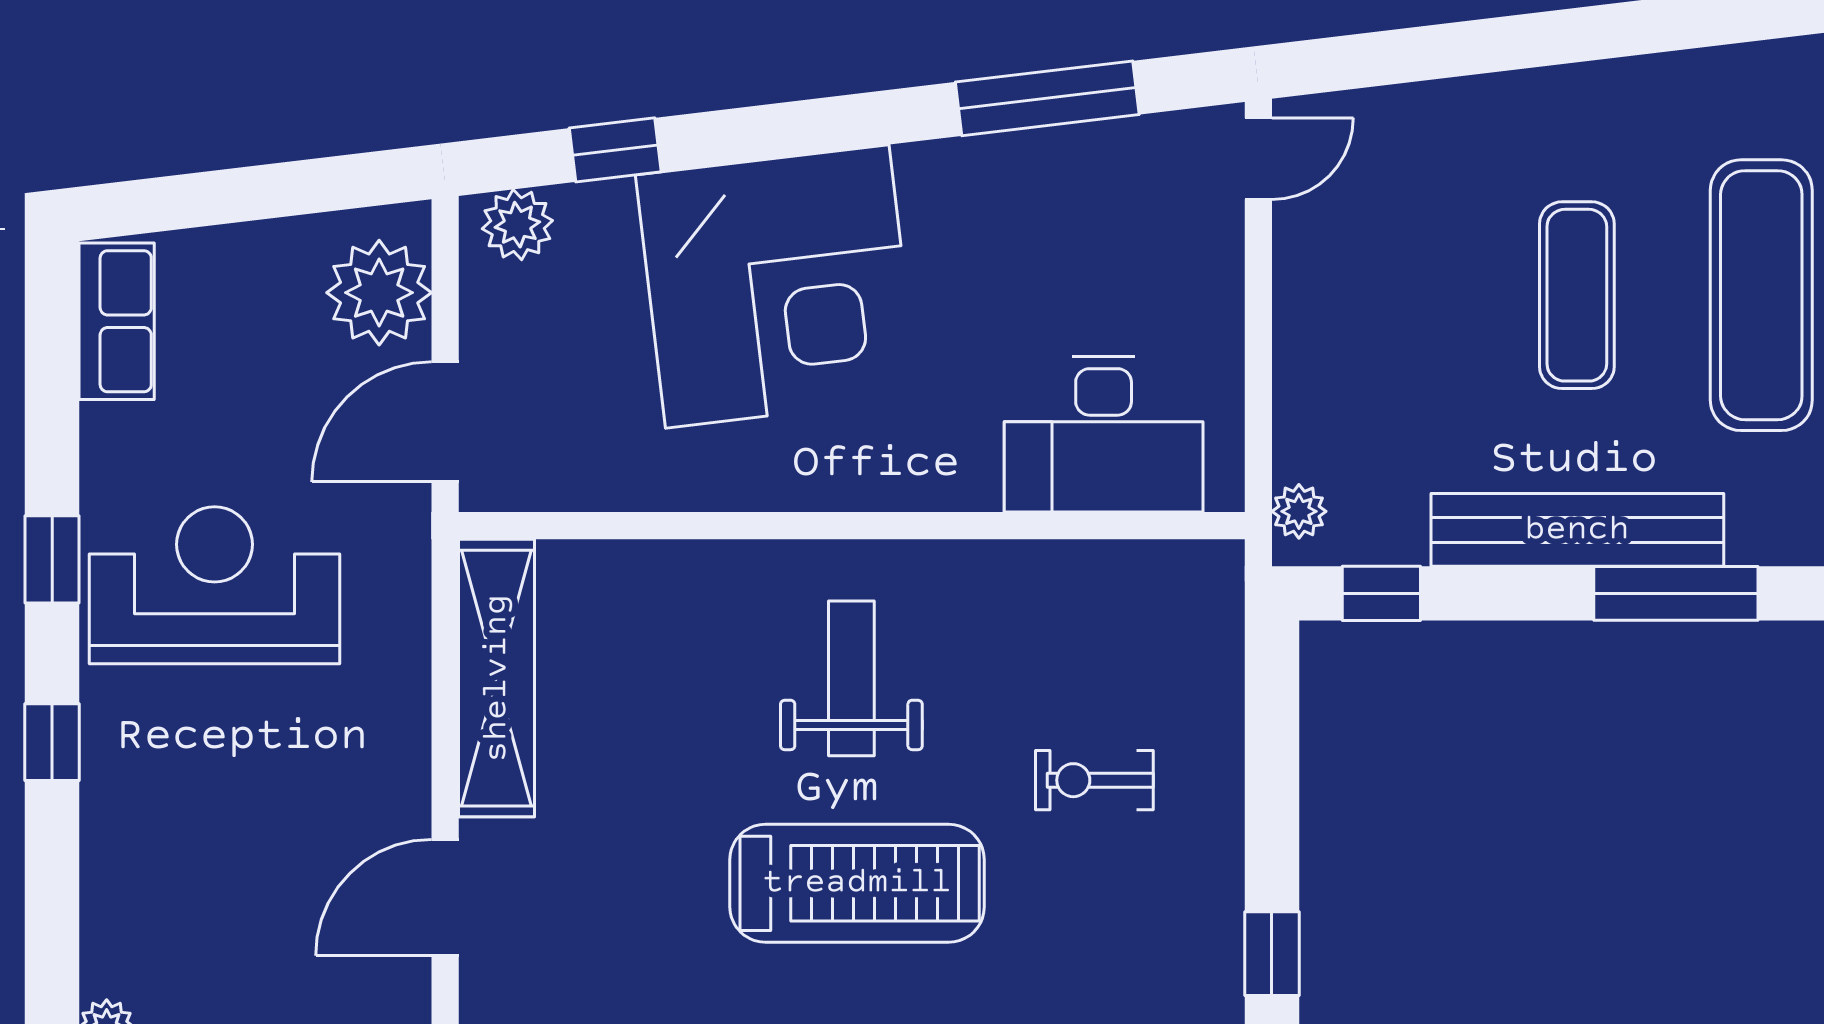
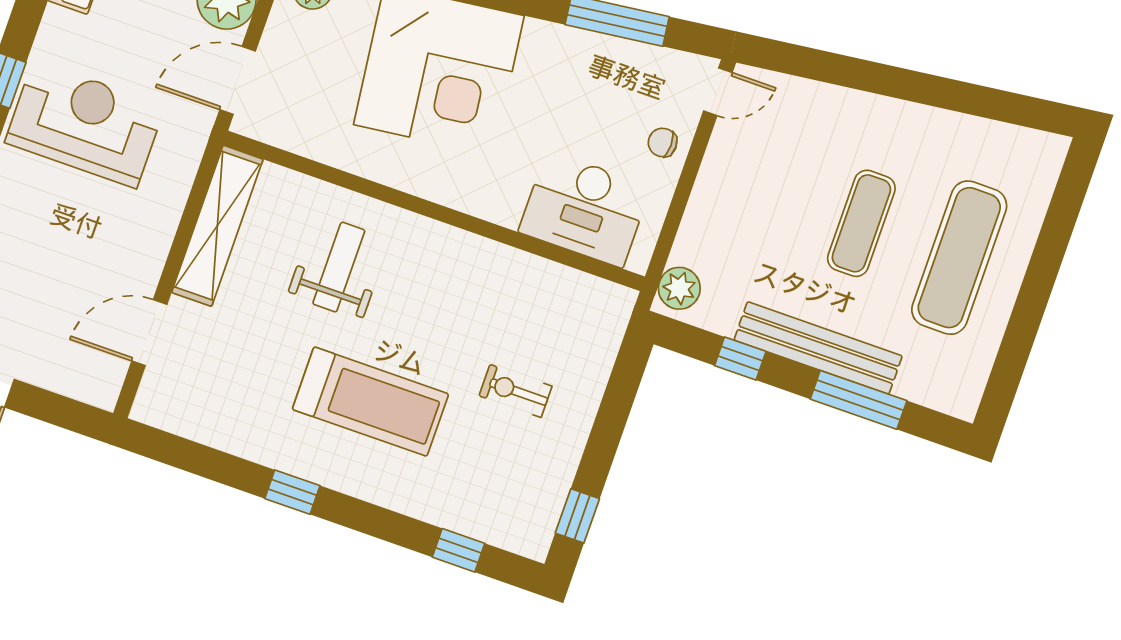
chair: (1195, 276) -> (663, 142), added
plant: (1299, 511) -> (679, 288), width x1.38, depth x1.38
window: (1381, 593) -> (740, 358), moved
weight bench: (851, 678) -> (339, 267), moved

